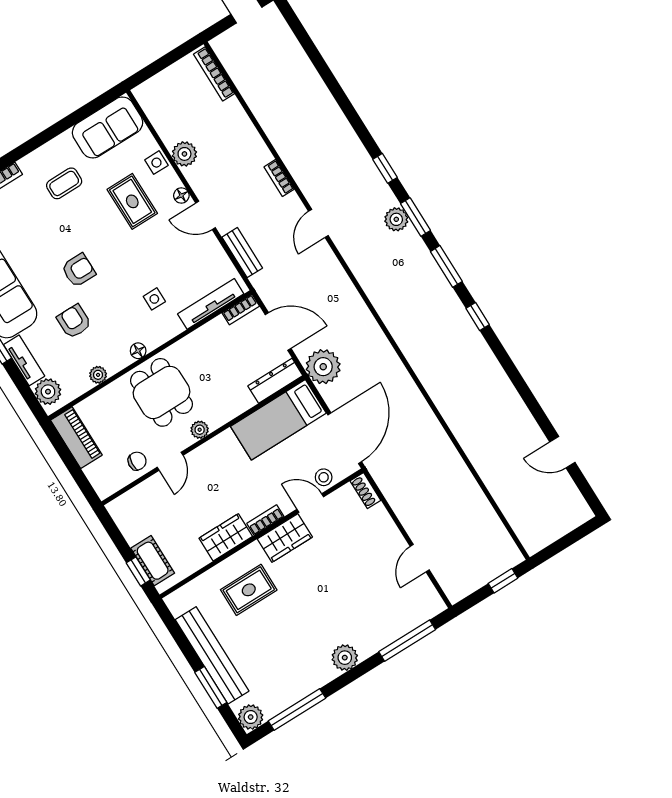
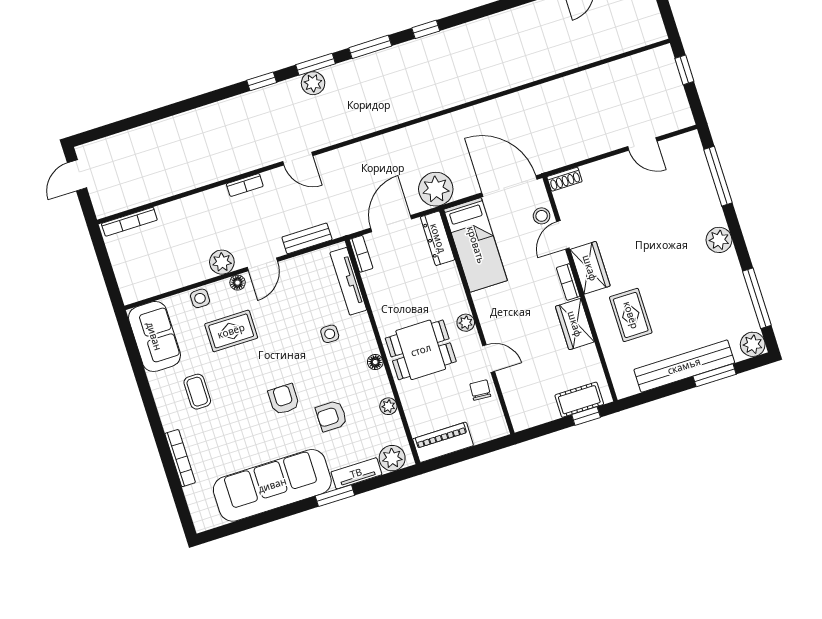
plant: (184, 154) -> (222, 262), moved

